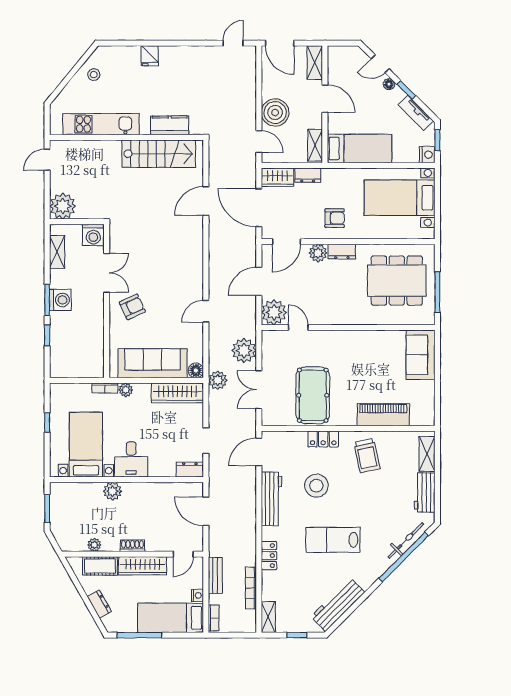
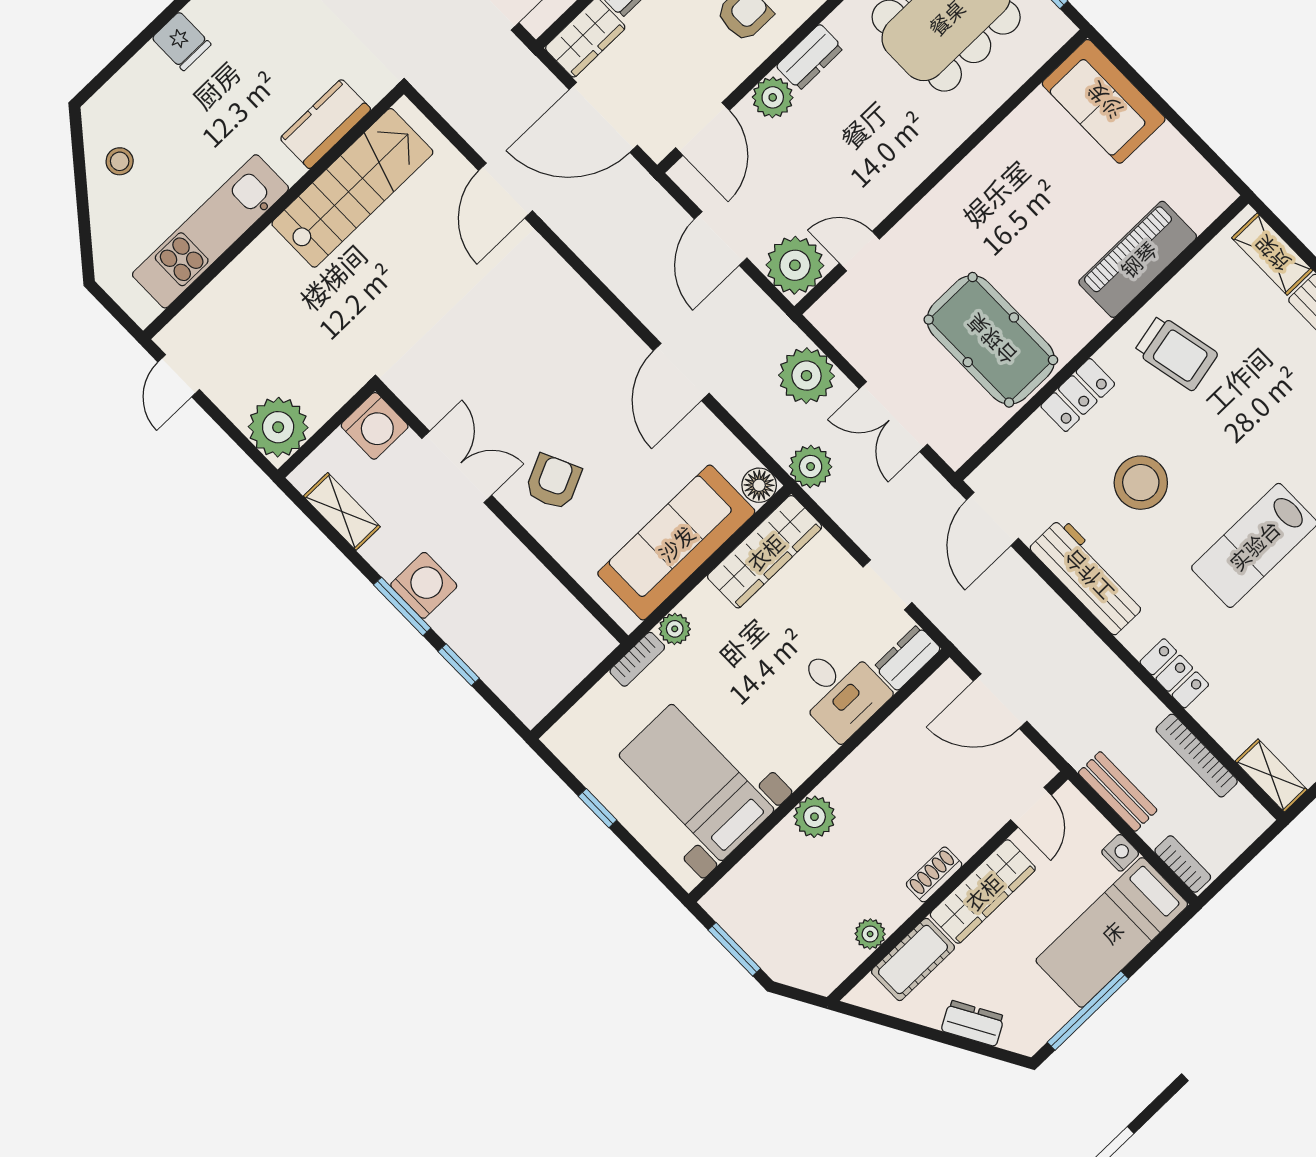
door: (206, 311) -> (681, 372), width x1.38
desk: (131, 459) -> (840, 691), moved

